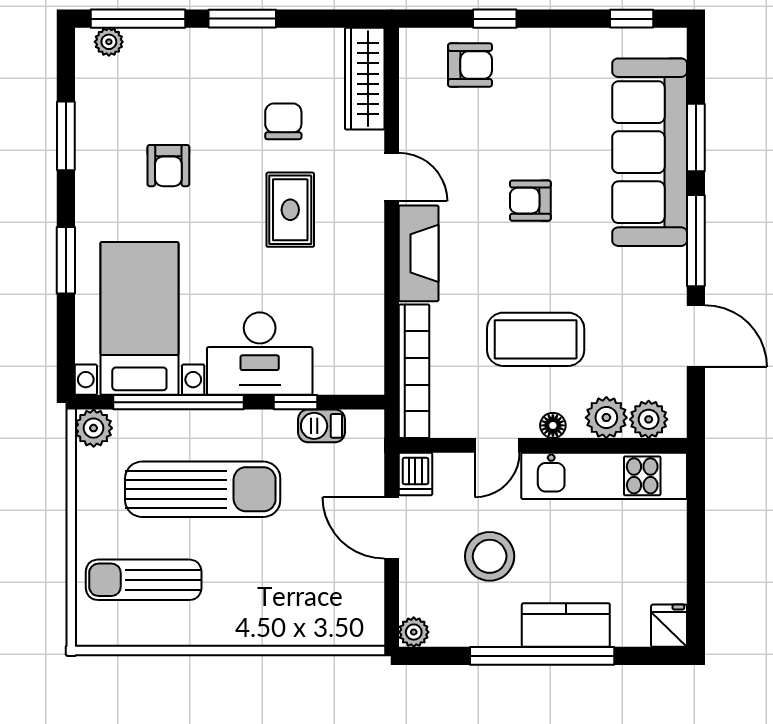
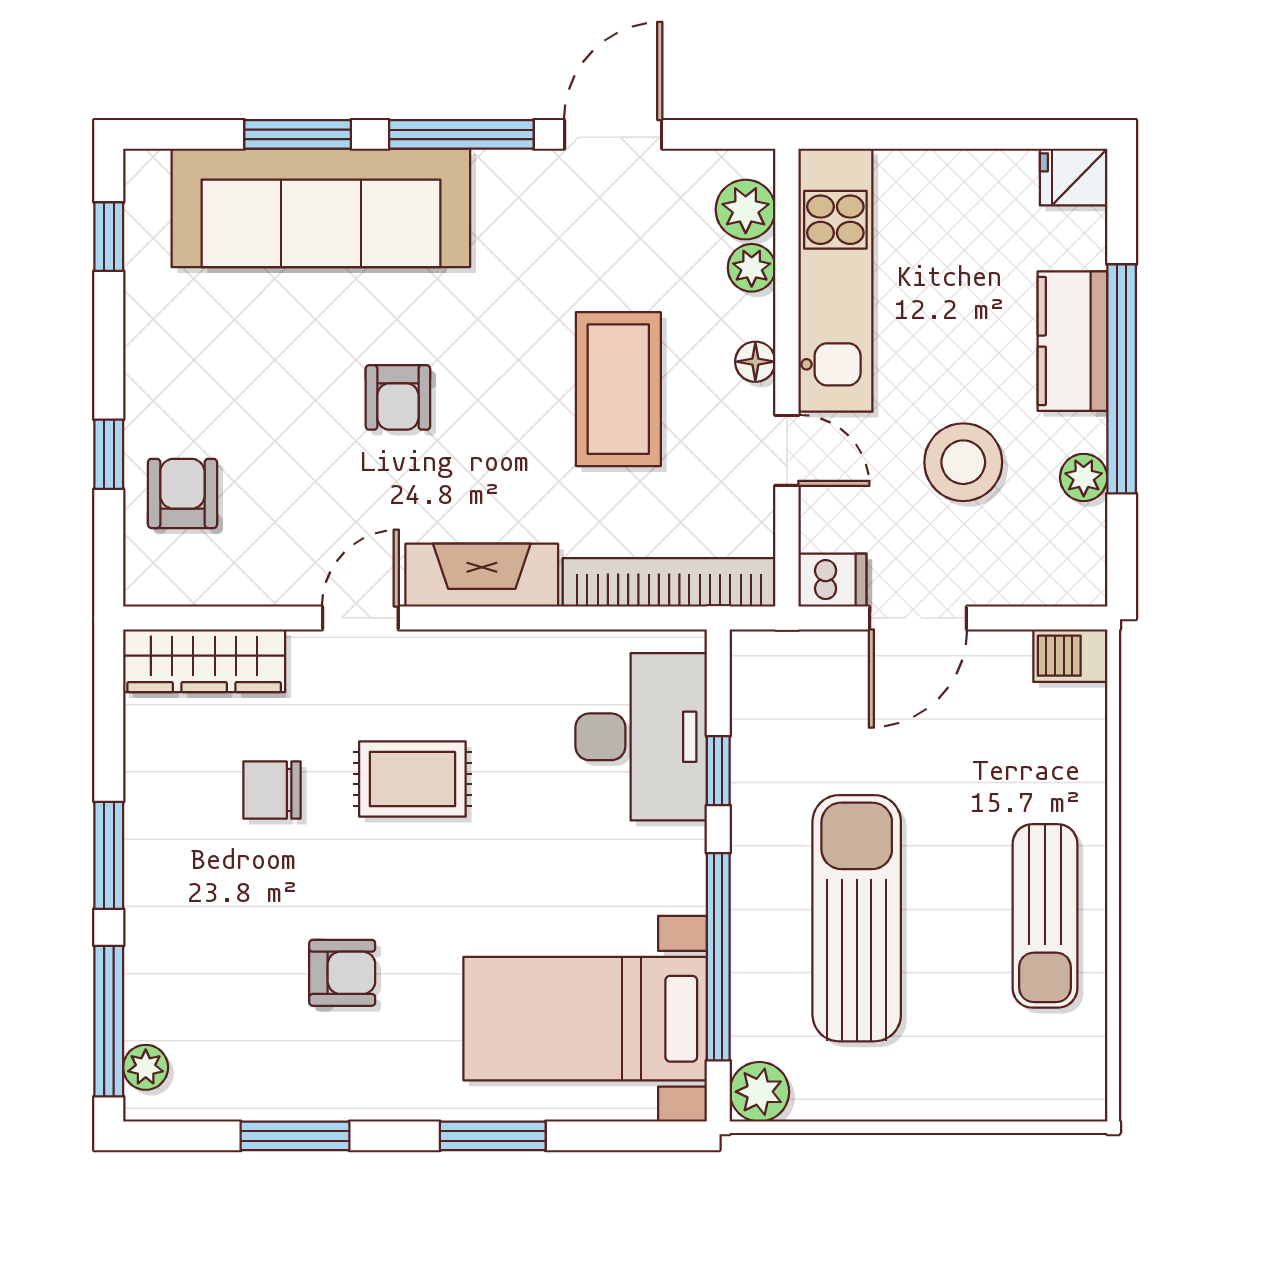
desk: (260, 354) -> (641, 737), moved
plant: (606, 418) -> (752, 268), width x0.73, depth x0.73
barbecue: (322, 426) -> (1070, 656), moved, turned 90
sun lounger: (144, 580) -> (1045, 916), moved
plant: (414, 632) -> (1084, 477), moved

